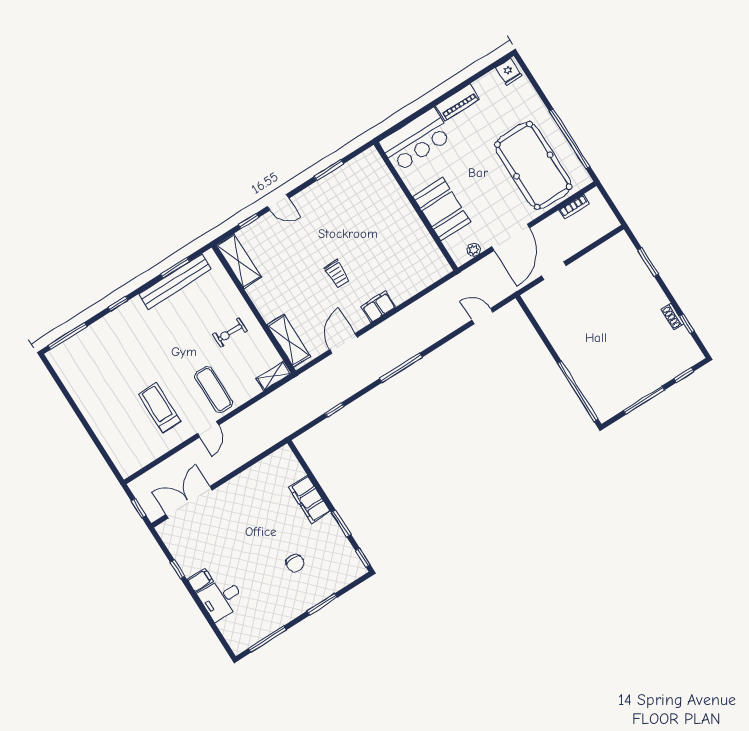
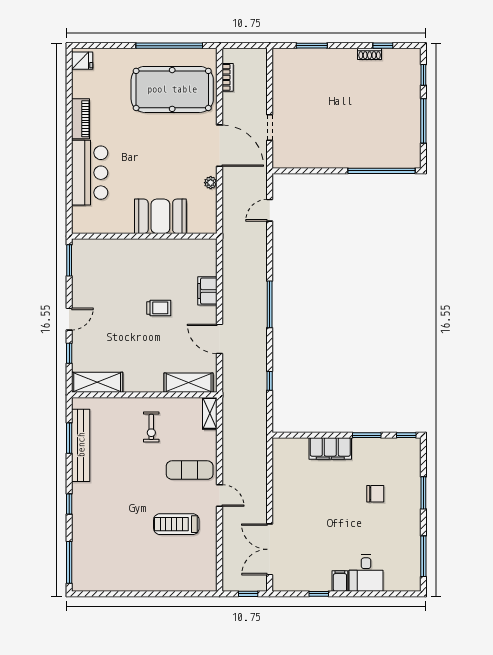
wall: (416, 206) -> (144, 236), moved
booth: (442, 209) -> (160, 216), moved

